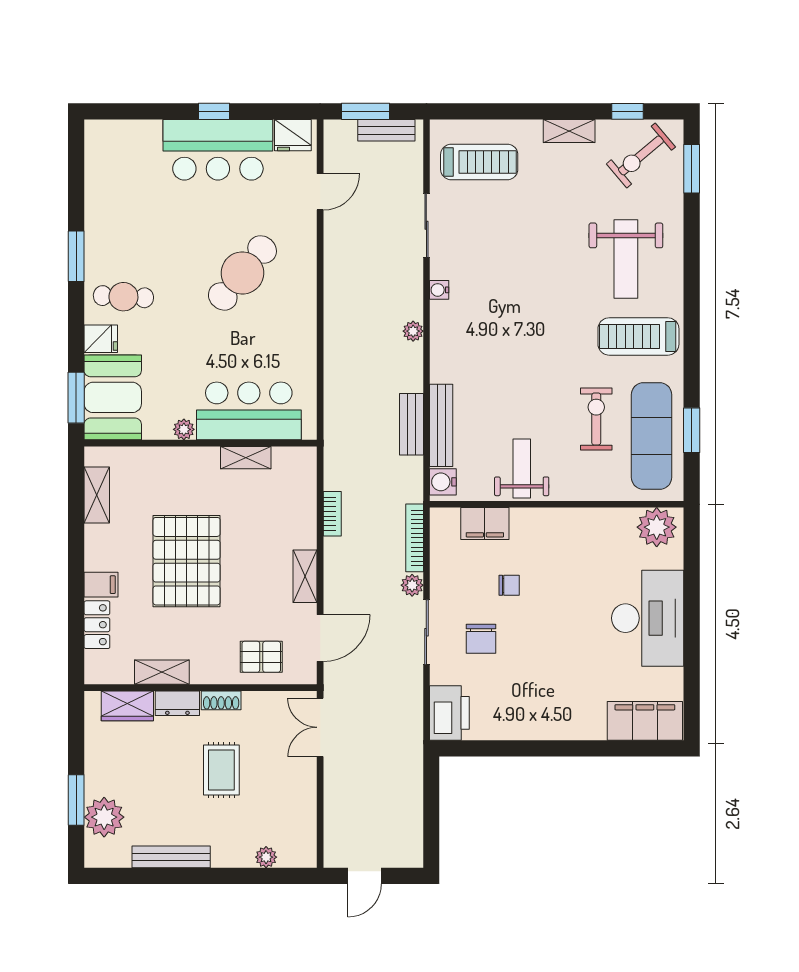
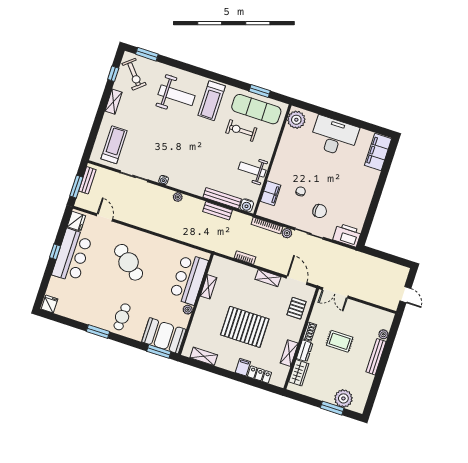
fridge: (101, 339) -> (50, 304), moved
bench: (171, 857) -> (376, 357), moved

